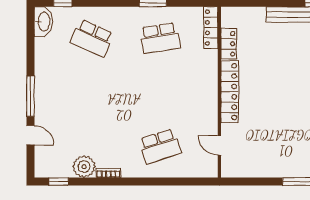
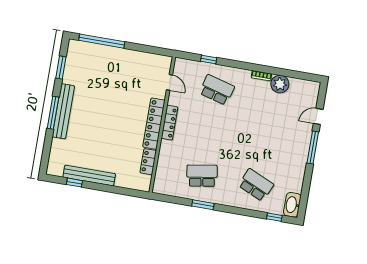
locker: (211, 28) -> (170, 123), moved
door: (30, 135) -> (318, 116), hinge flipped
school desk: (160, 146) -> (217, 90), turned 33
window: (59, 182) -> (209, 60), moved

